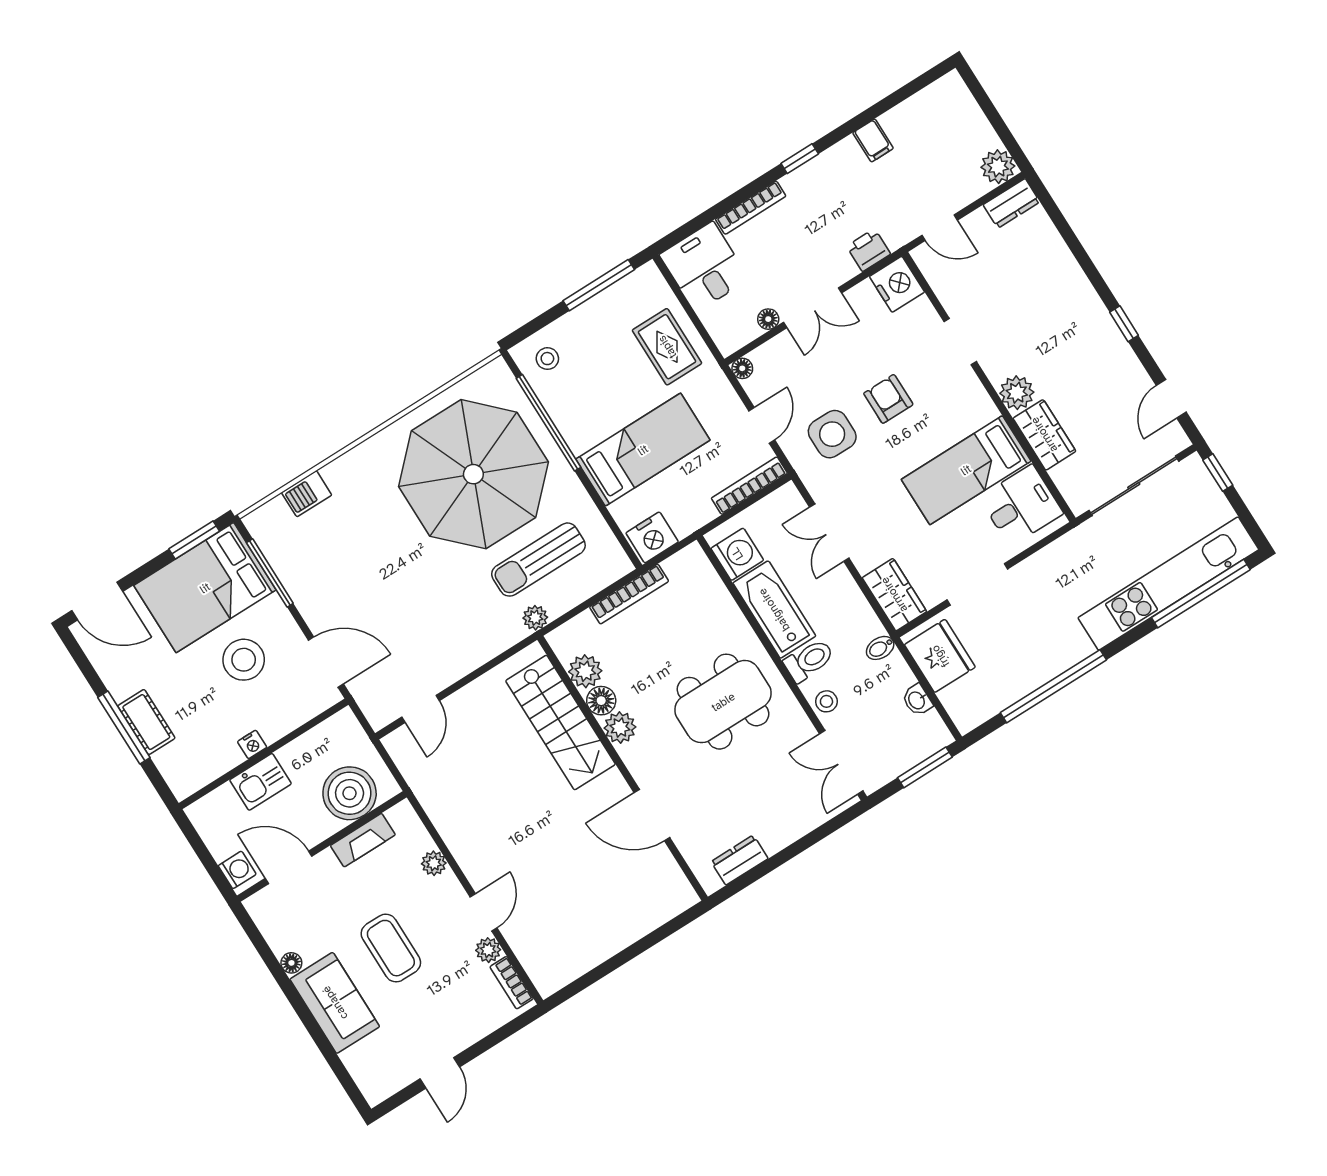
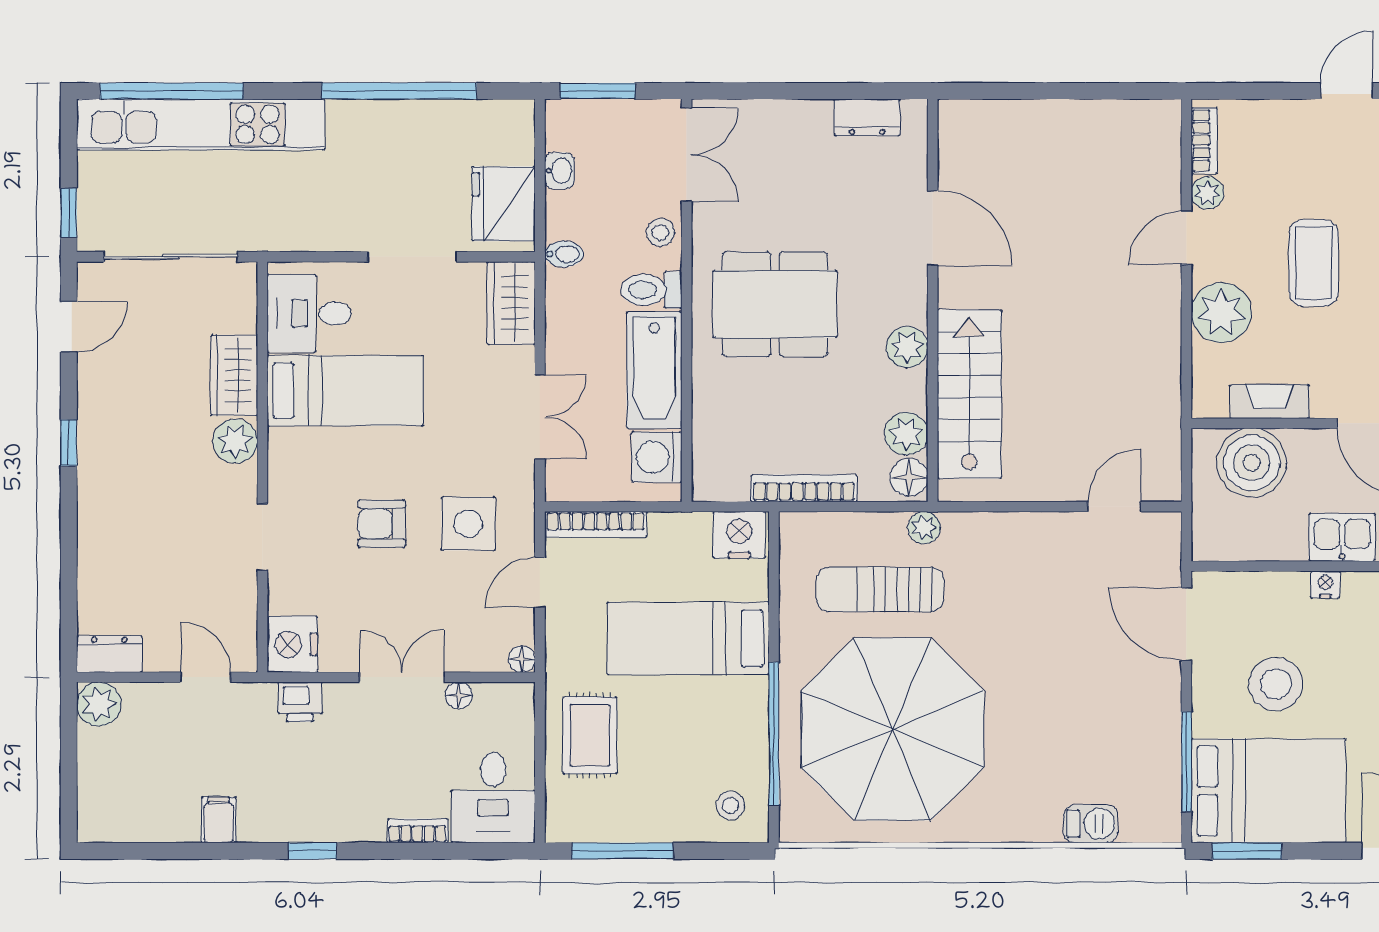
bookcase: (751, 208) -> (418, 831), width x0.64
armchair: (888, 399) -> (382, 524), turned 90
sun lounger: (538, 560) -> (880, 589), turned 180
floor lamp: (601, 701) -> (909, 477), moved
plant: (434, 863) -> (1221, 313), width x1.87, depth x1.87

